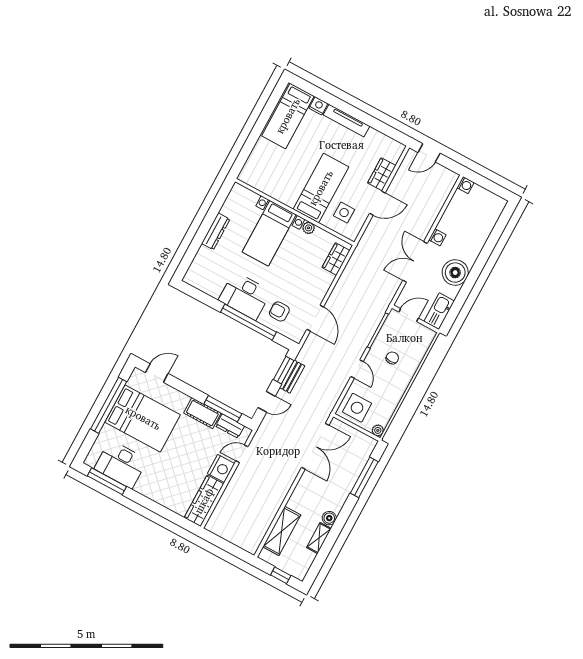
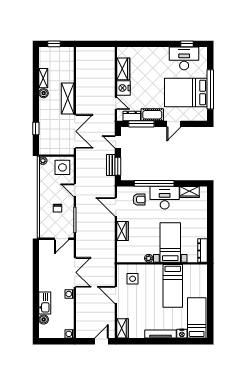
wardrobe: (382, 174) -> (123, 328), moved
bed: (321, 188) -> (173, 286), moved
door: (377, 203) -> (116, 295), hinge flipped
dresser: (216, 231) -> (203, 251), moved
wardrobe: (336, 259) -> (122, 231), moved
boiler: (455, 273) -> (44, 319), moved, width x0.54, depth x0.54
wardrobe: (208, 286) -> (190, 192), added
kitchen sink: (439, 311) -> (45, 303), moved
door: (157, 373) -> (174, 124), moved
door: (266, 402) -> (118, 142), hinge flipped
double door: (315, 446) -> (75, 131), swing flipped
door: (242, 454) -> (116, 103), hinge flipped
window: (364, 477) -> (36, 128), width x0.46
window: (107, 481) -> (187, 44), width x0.46
wardrobe: (204, 501) -> (123, 69), width x0.67
shelving: (282, 531) -> (68, 98), moved

